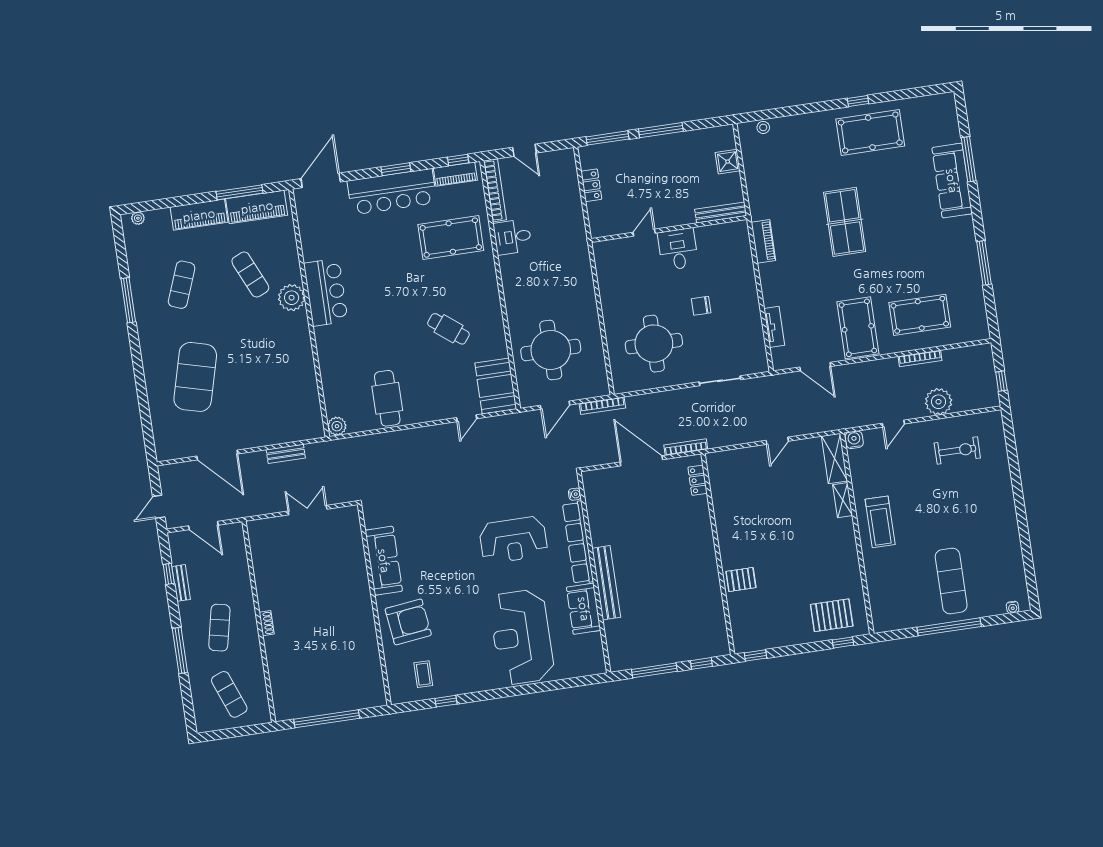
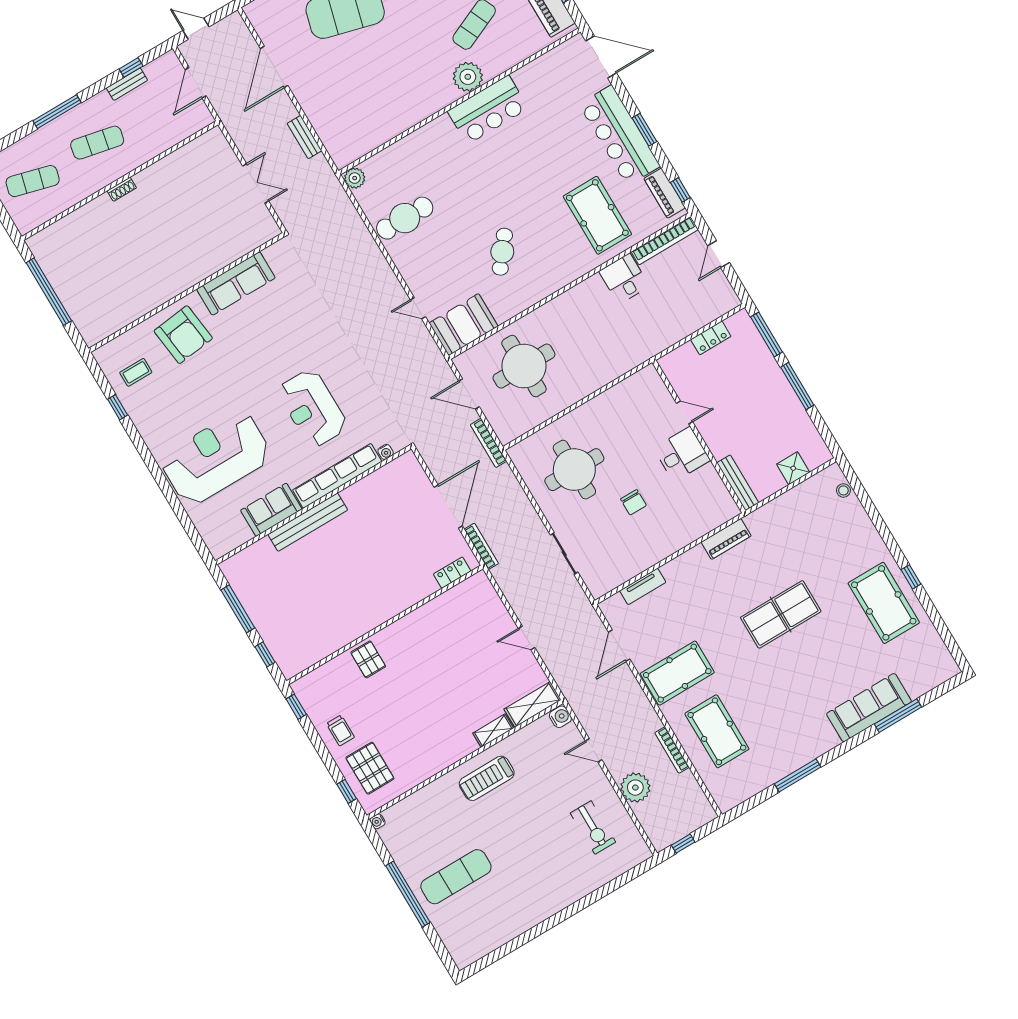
chair: (701, 306) -> (633, 502), turned 180
water cooler: (1013, 607) -> (378, 821), moved
trolley: (790, 627) -> (340, 730), added
exercise mat: (229, 694) -> (33, 181), turned 36

